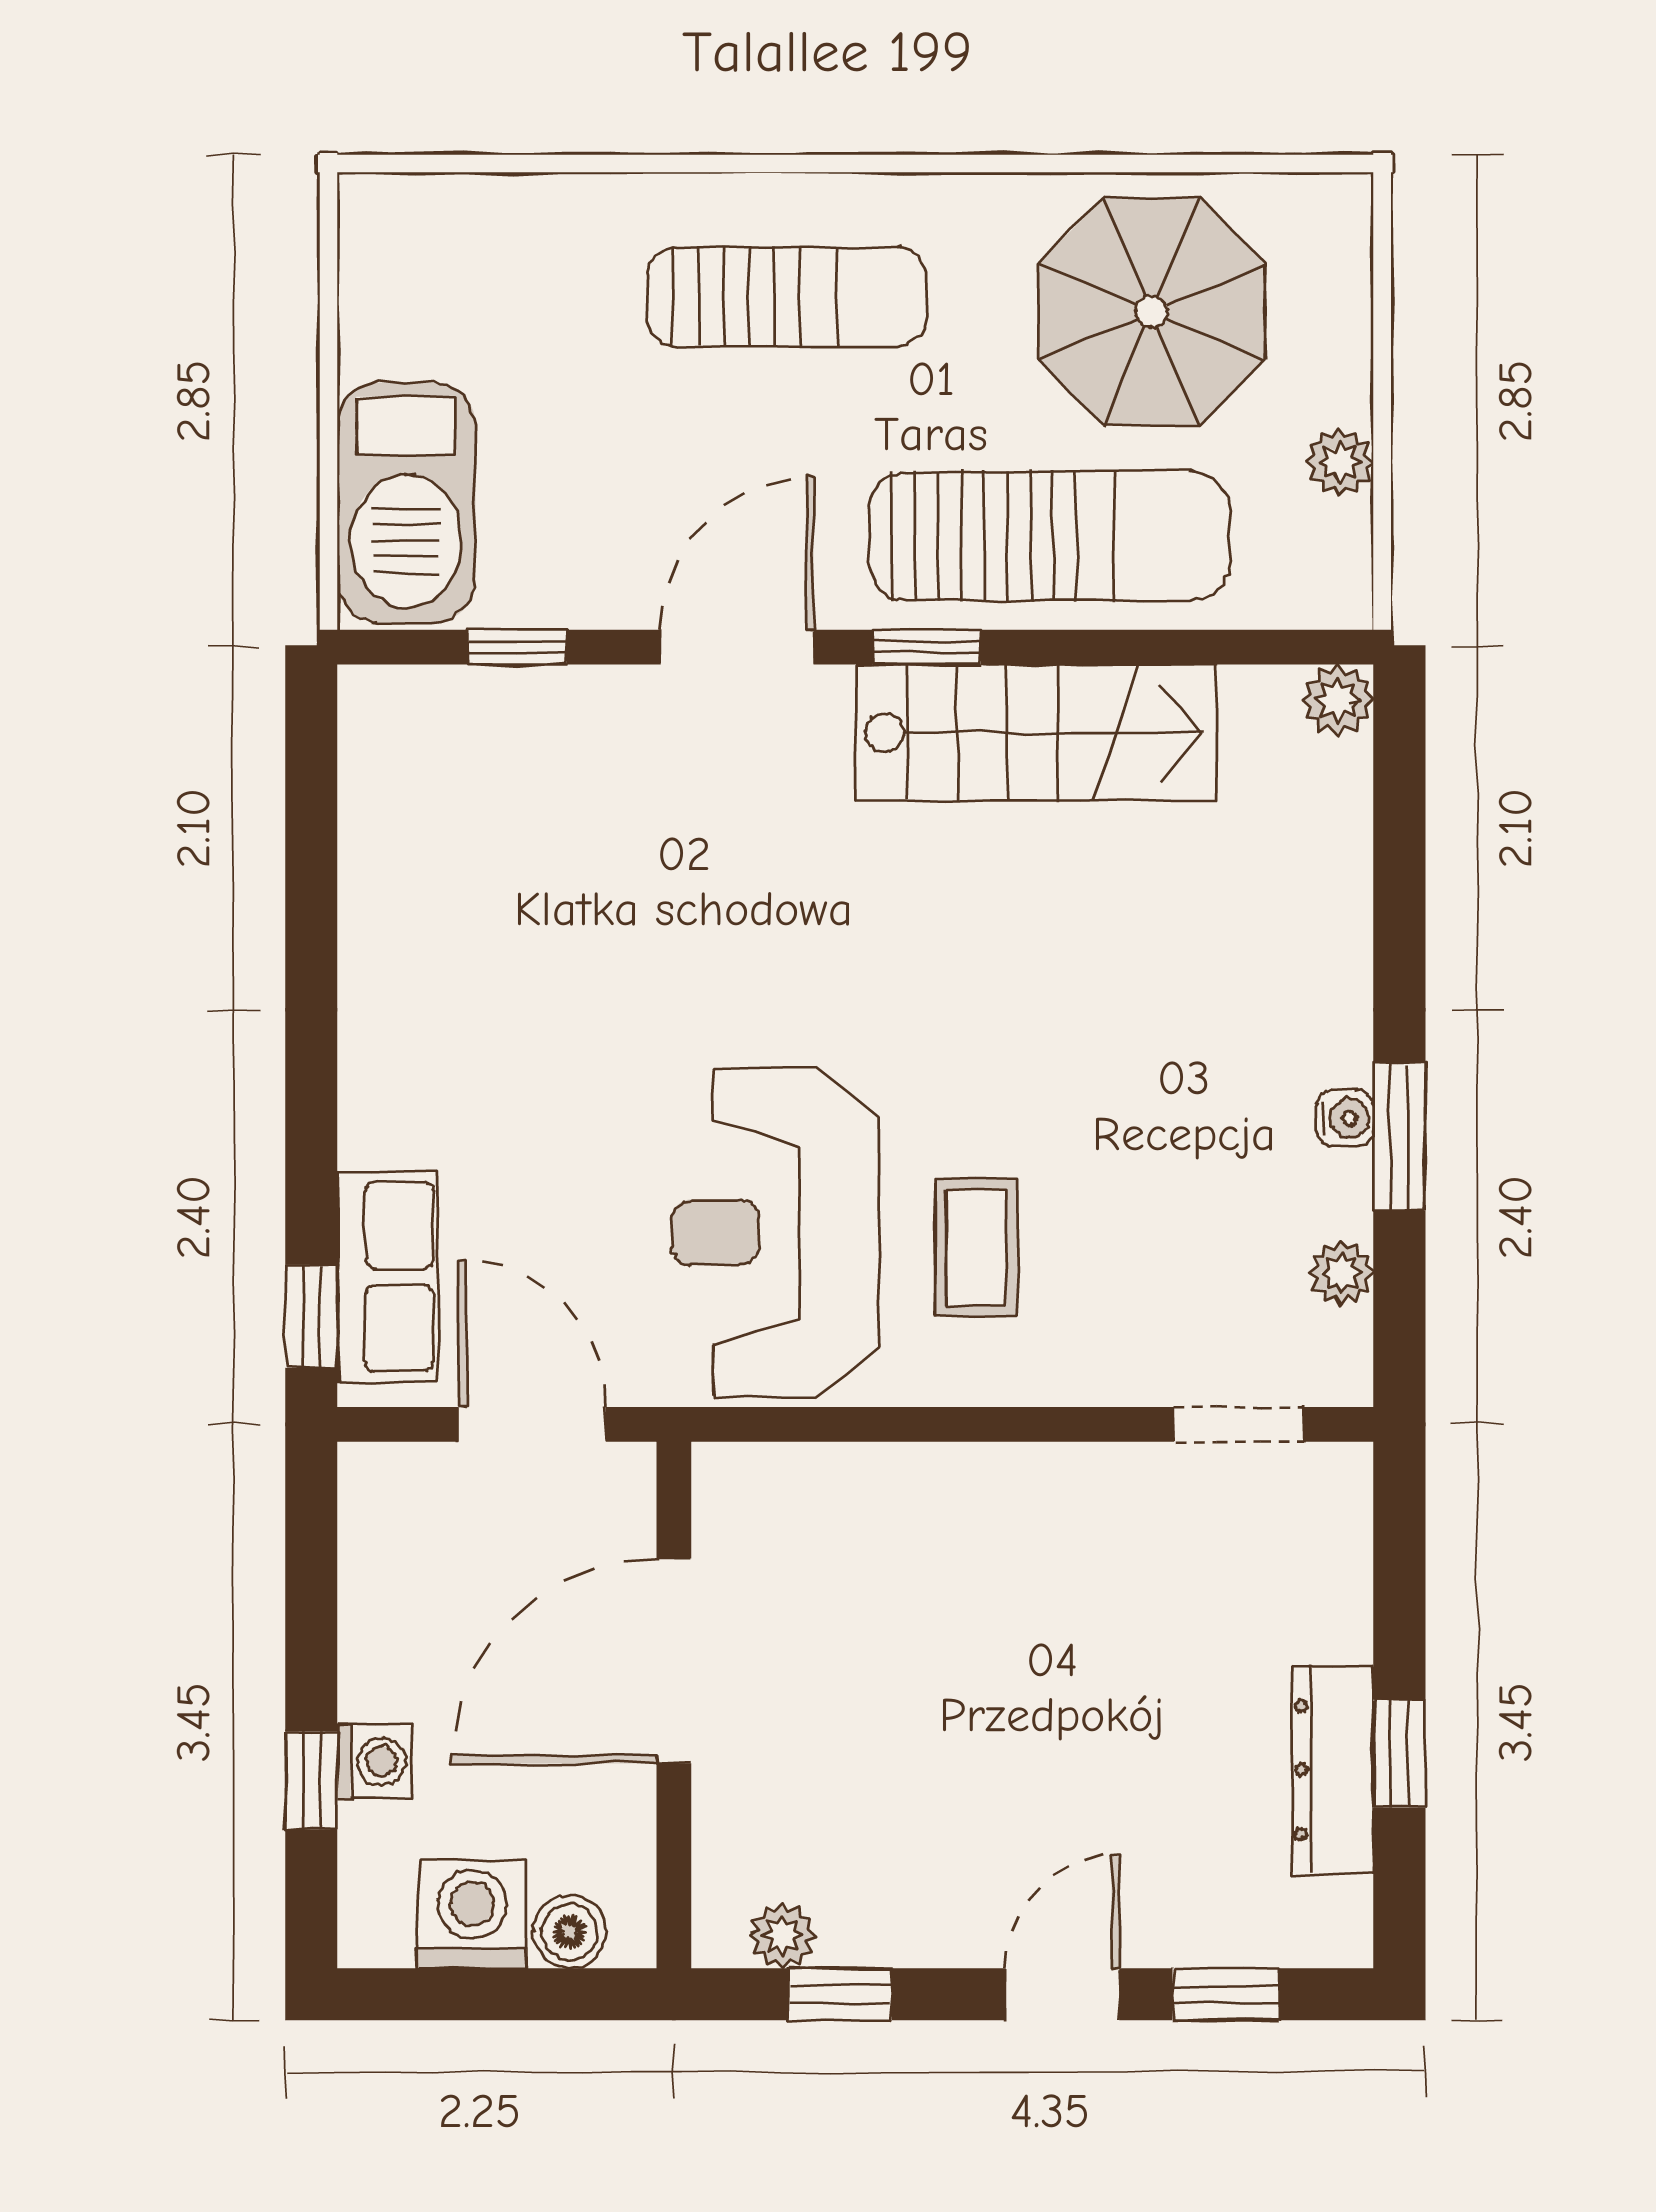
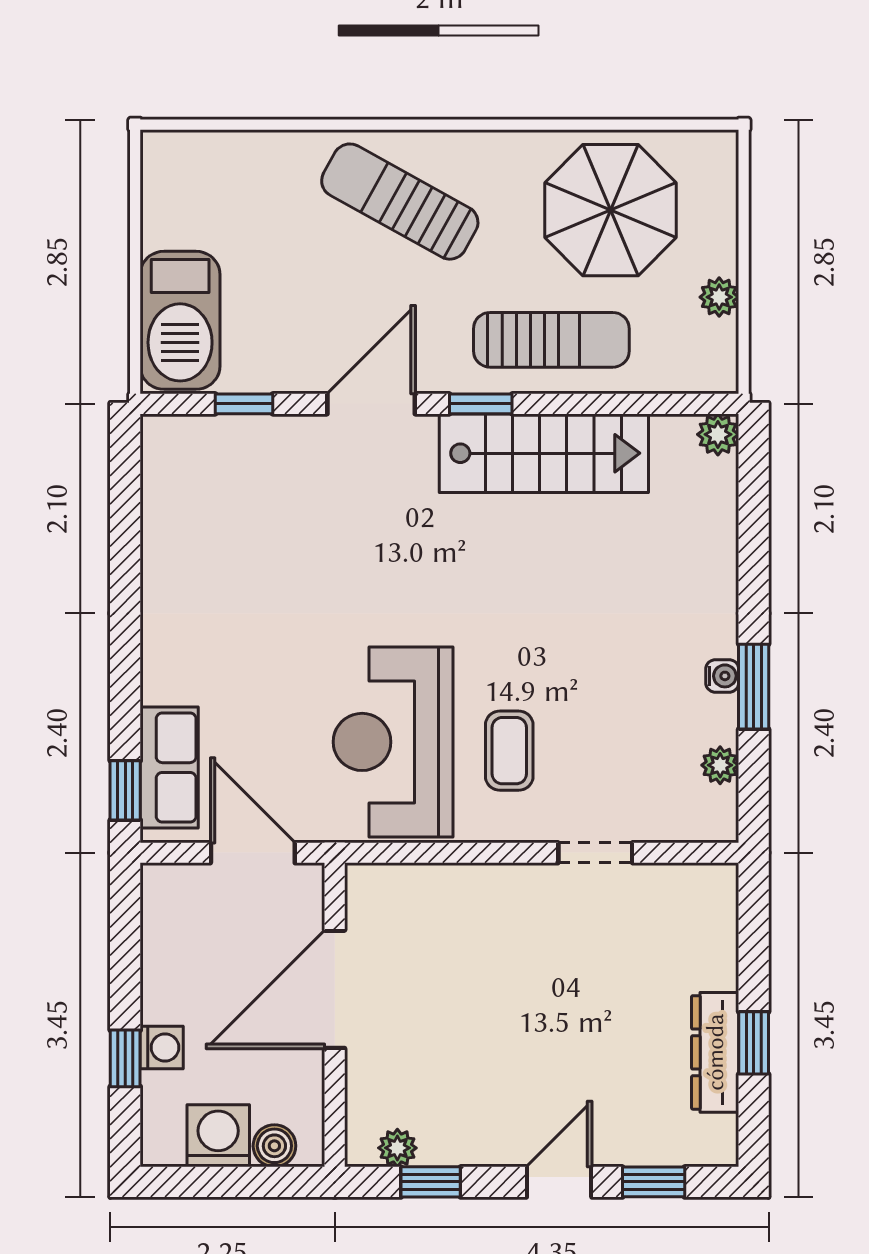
sun lounger: (787, 297) -> (400, 202), turned -151
sun lounger: (1049, 536) -> (551, 340), width x0.73, depth x0.75
doorway: (1239, 1424) -> (595, 853), moved

